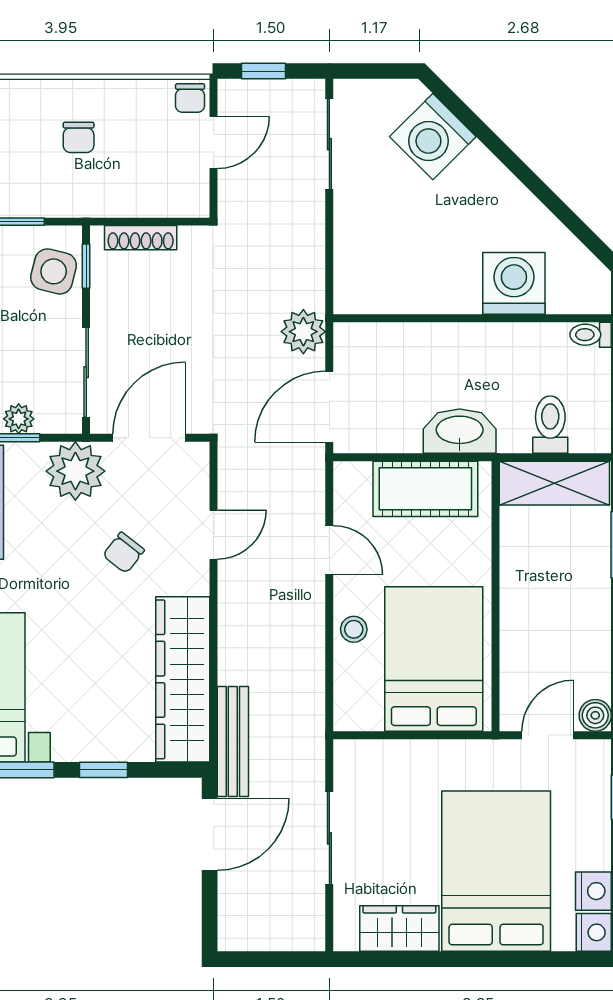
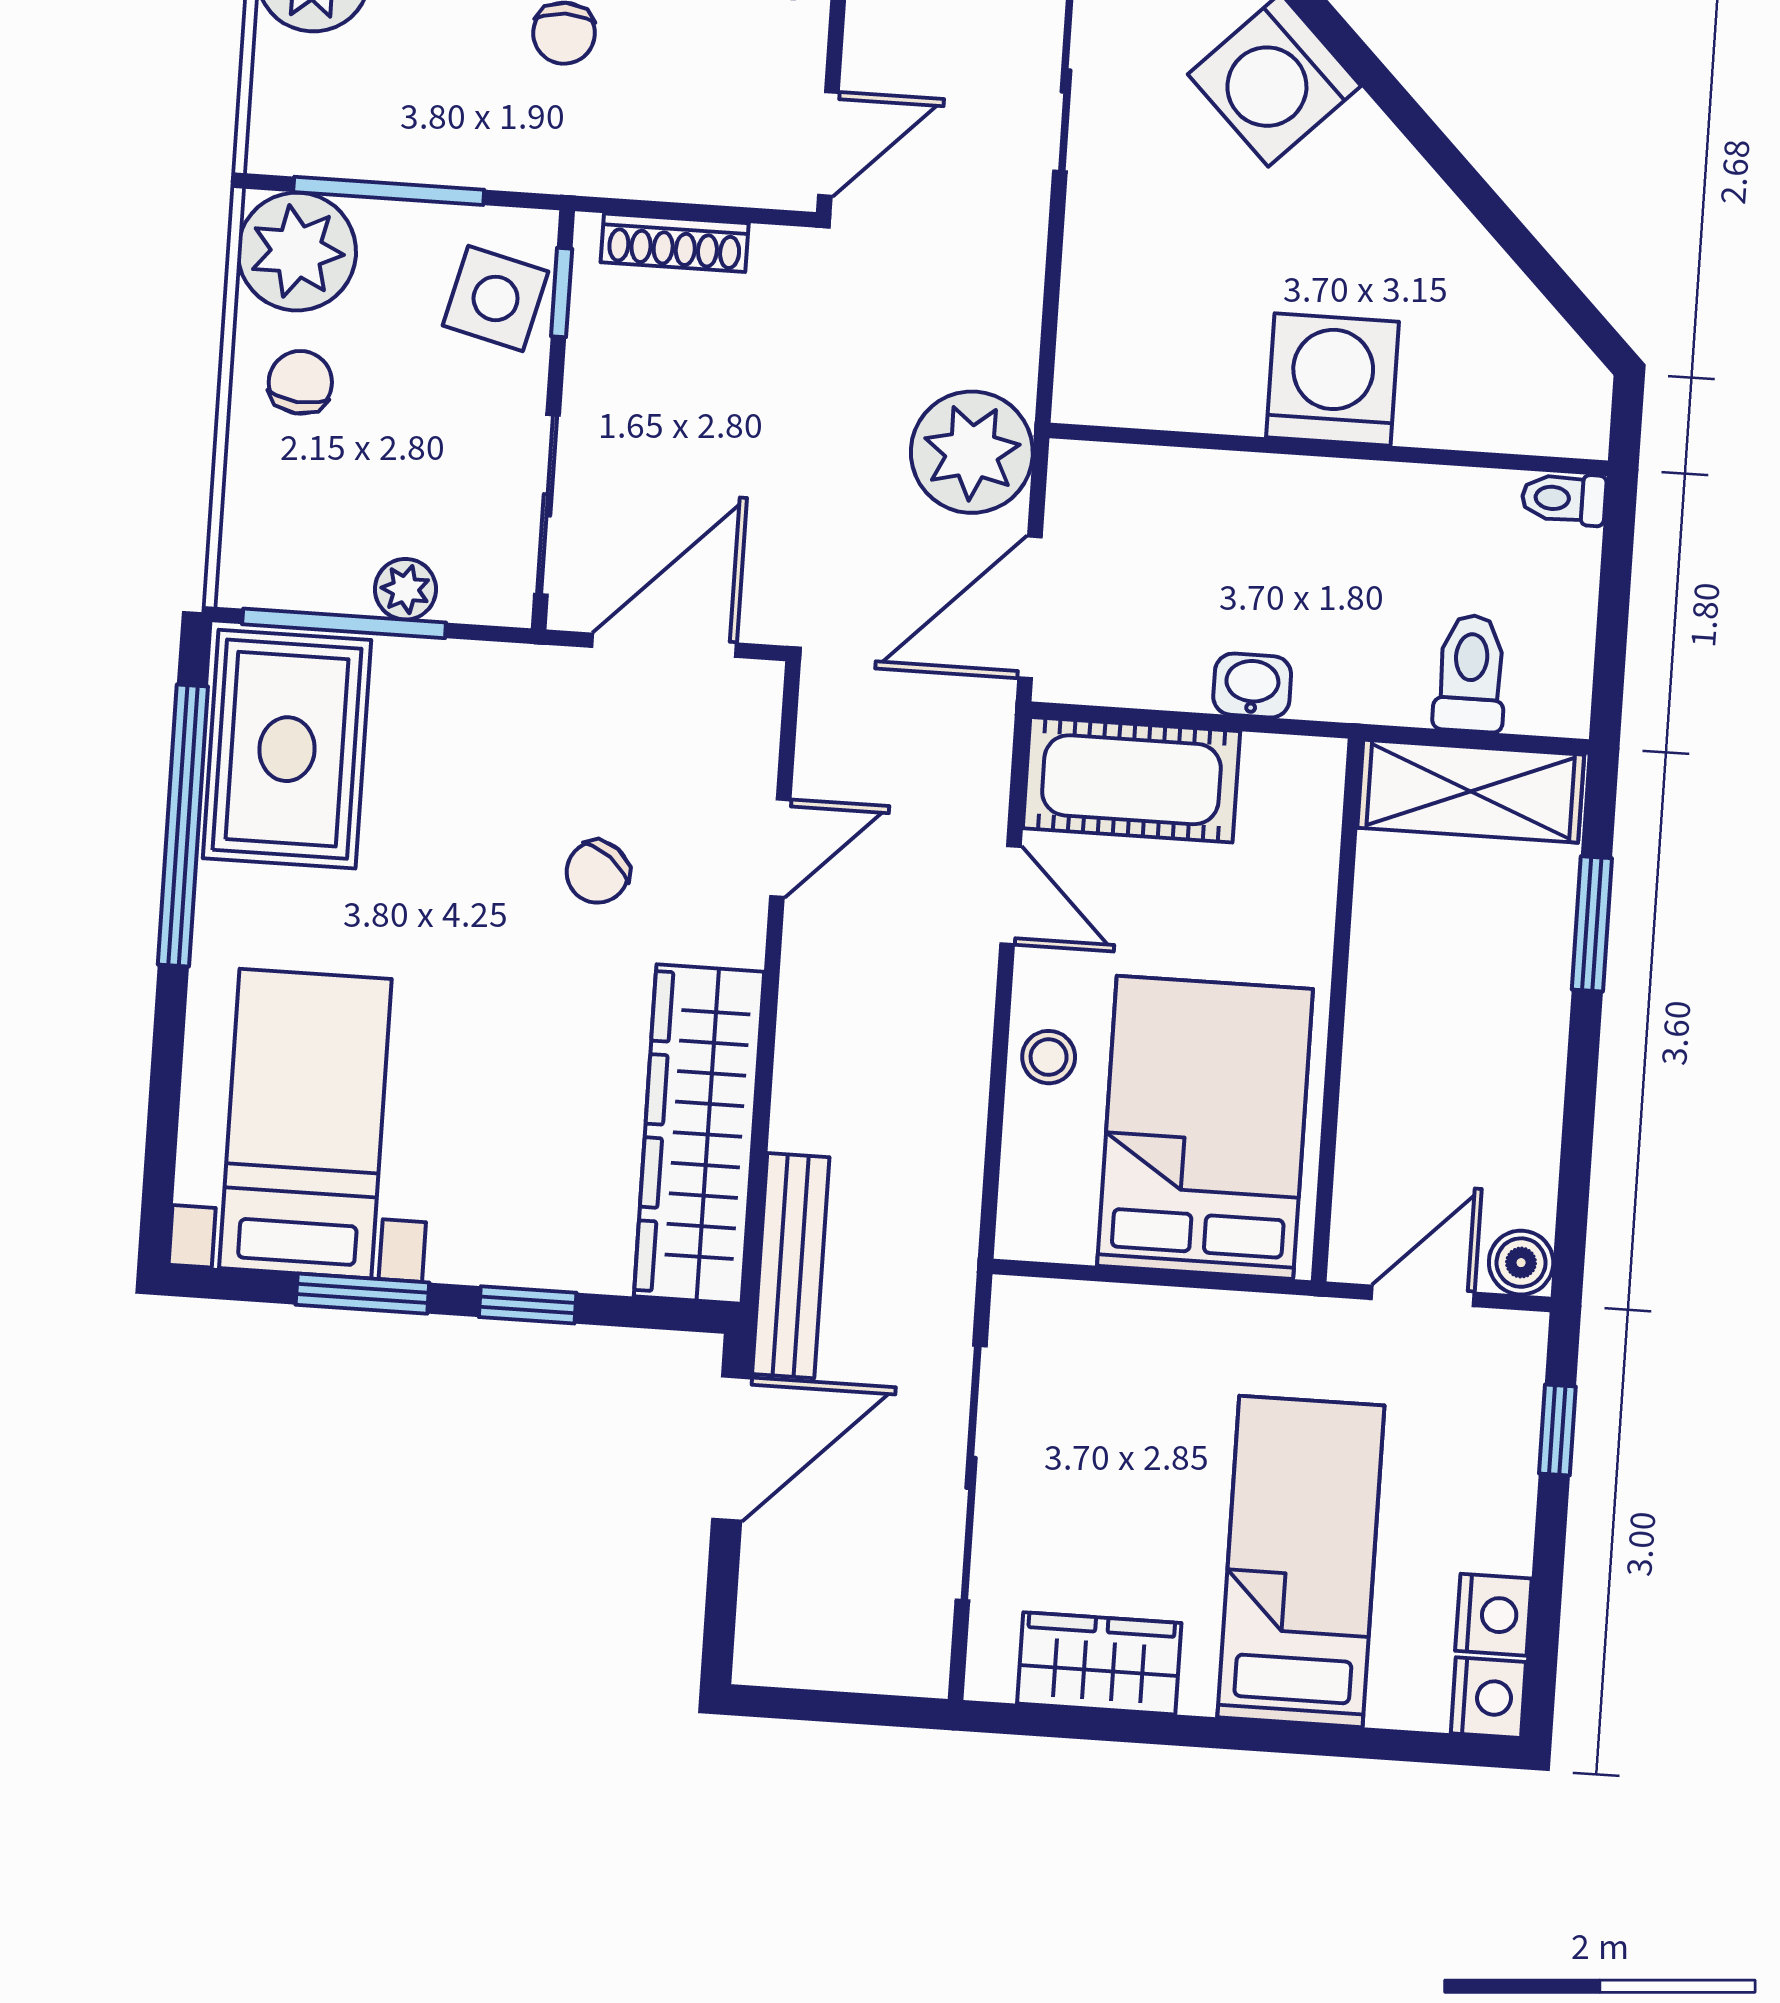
door: (214, 142) -> (828, 144), moved
washing machine: (514, 283) -> (1333, 379), moved
plant: (303, 332) -> (972, 452), width x1.36, depth x1.36
washbasin: (460, 431) -> (1252, 686), width x0.52, depth x0.69
plant: (75, 471) -> (512, 702), removed
cot: (425, 489) -> (1131, 780), moved
sliding door: (329, 838) -> (971, 1473), width x1.37
bed: (496, 871) -> (1301, 1561), width x0.67

